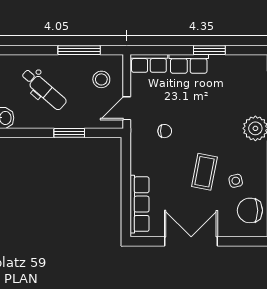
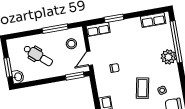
window: (209, 50) -> (114, 18), moved
row of seats: (189, 64) -> (153, 20), moved
window: (69, 133) -> (75, 76), moved

